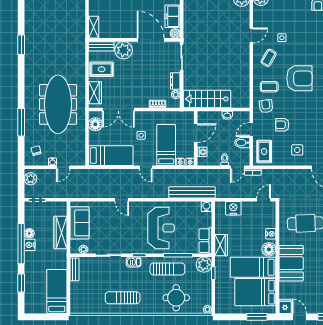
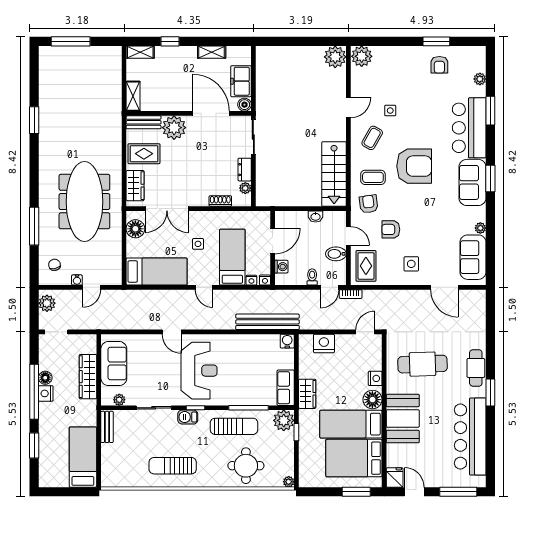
stairs: (207, 99) -> (334, 174), moved, turned -90
door: (251, 130) -> (348, 236), swing flipped
reception desk: (161, 228) -> (199, 371), moved

